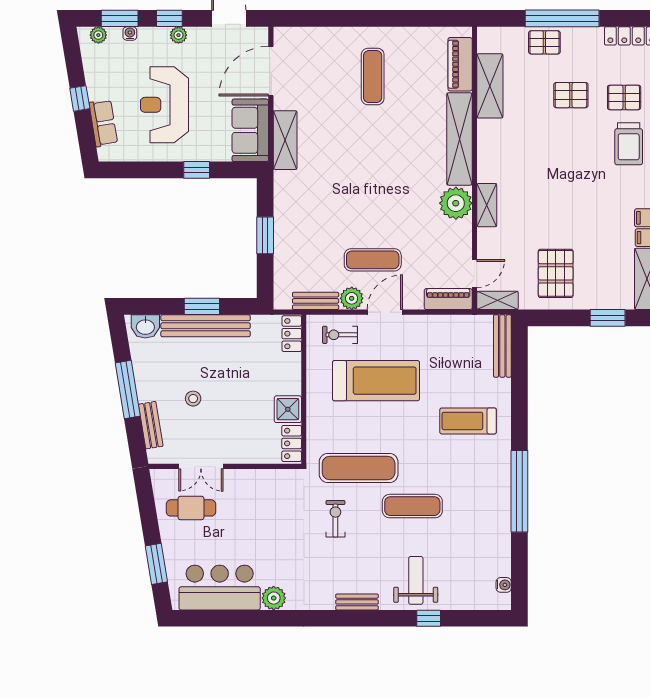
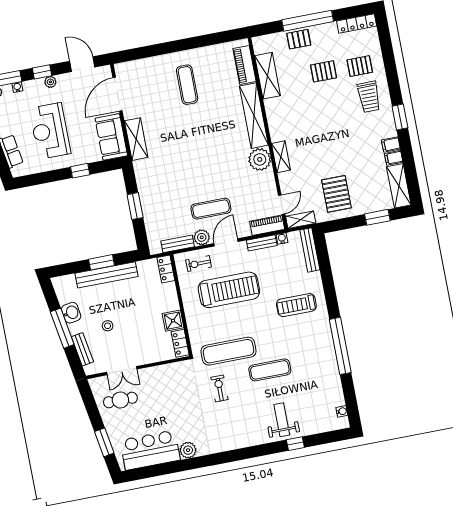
water cooler: (466, 322) -> (282, 239), added
washbasin: (145, 326) -> (71, 313), moved, turned -99
bench: (357, 602) -> (262, 243), moved

